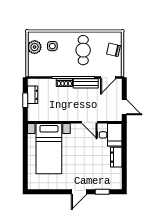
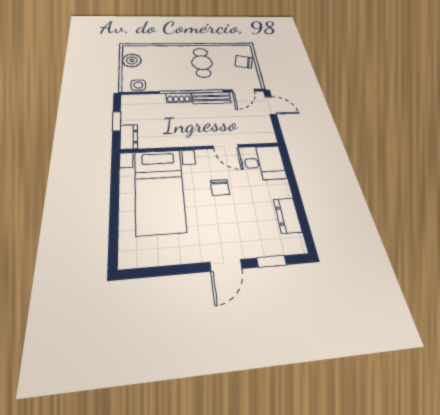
side table: (52, 46) -> (138, 85), moved
dresser: (33, 95) -> (129, 137), moved
door: (124, 107) -> (271, 105), moved
chair: (82, 149) -> (220, 187), added
dresser: (116, 157) -> (288, 215), moved

